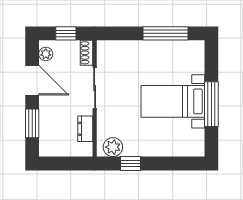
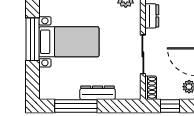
dresser: (143, 47) -> (98, 93), added

